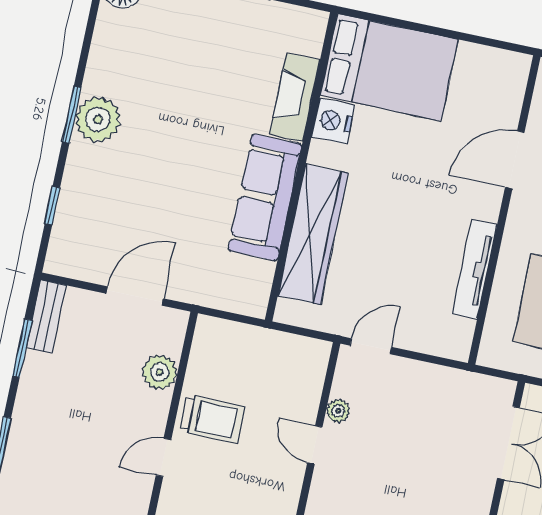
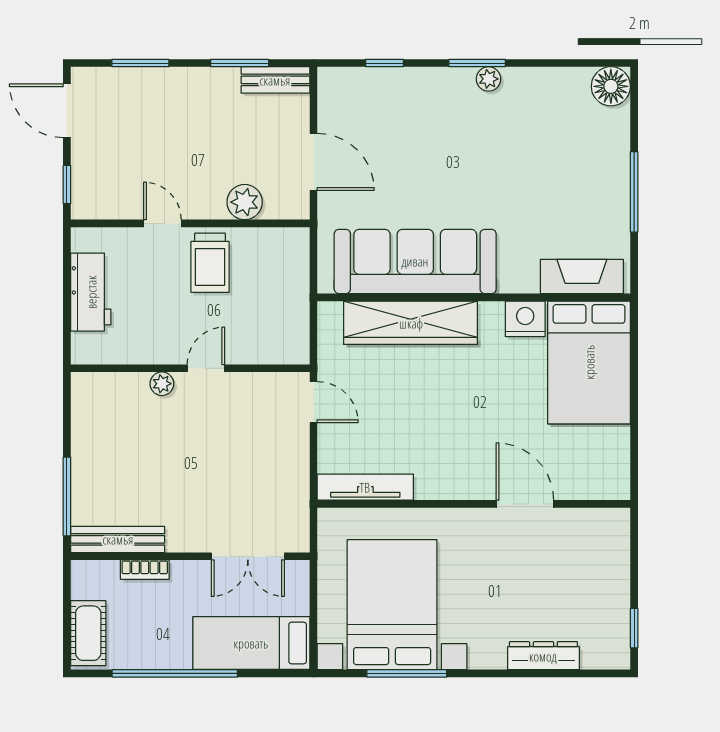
fireplace: (295, 97) -> (582, 277), moved
plant: (98, 119) -> (489, 79), width x0.53, depth x0.53
sofa: (265, 197) -> (415, 261), width x1.36, depth x1.27
tv unit: (474, 269) -> (365, 487), moved
plant: (338, 411) -> (162, 384), moved

